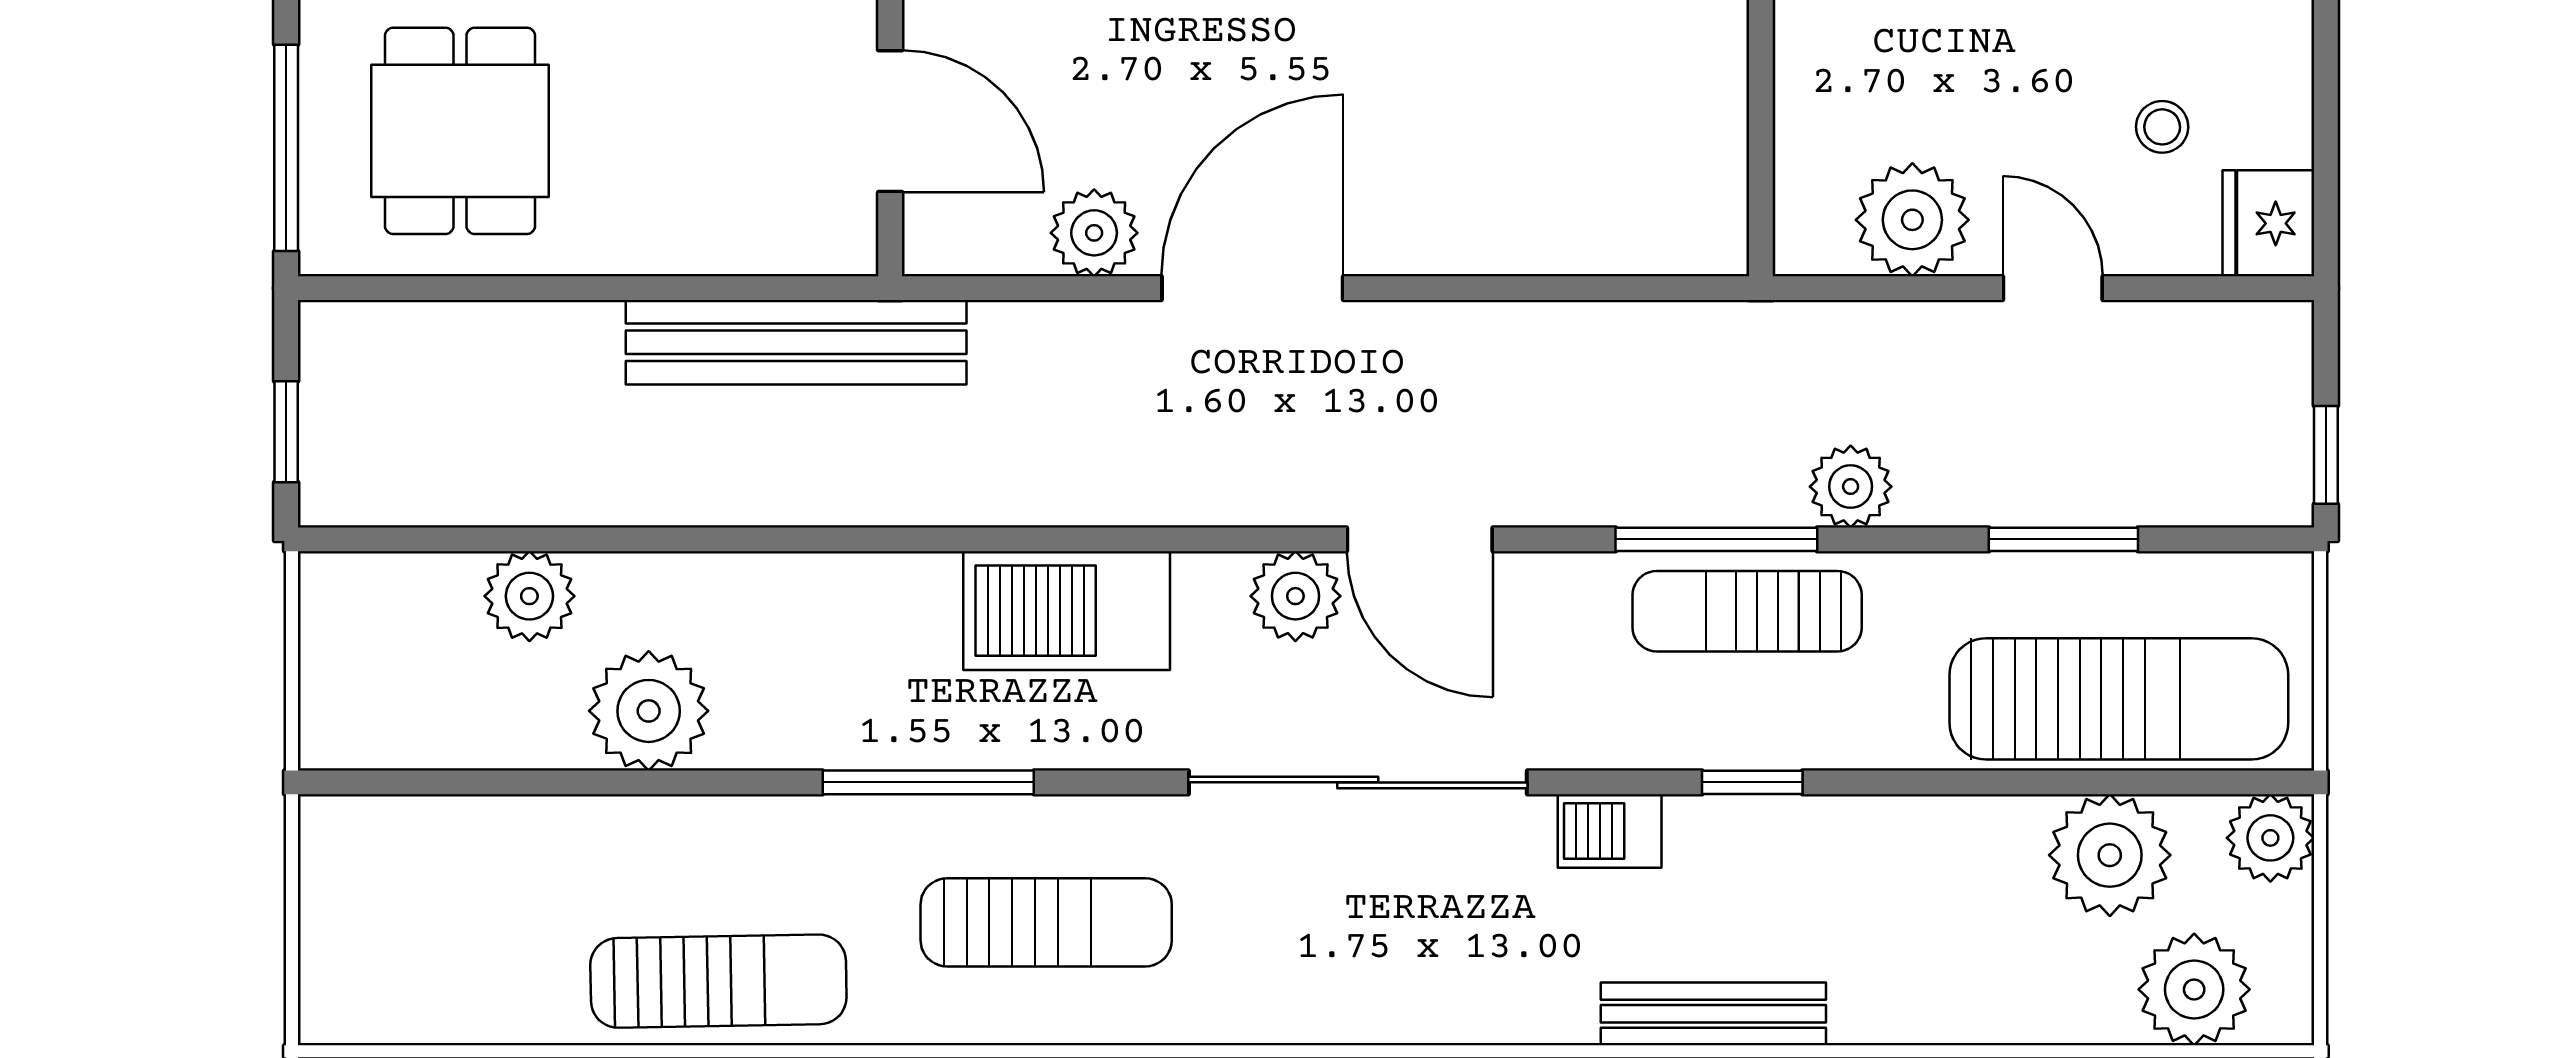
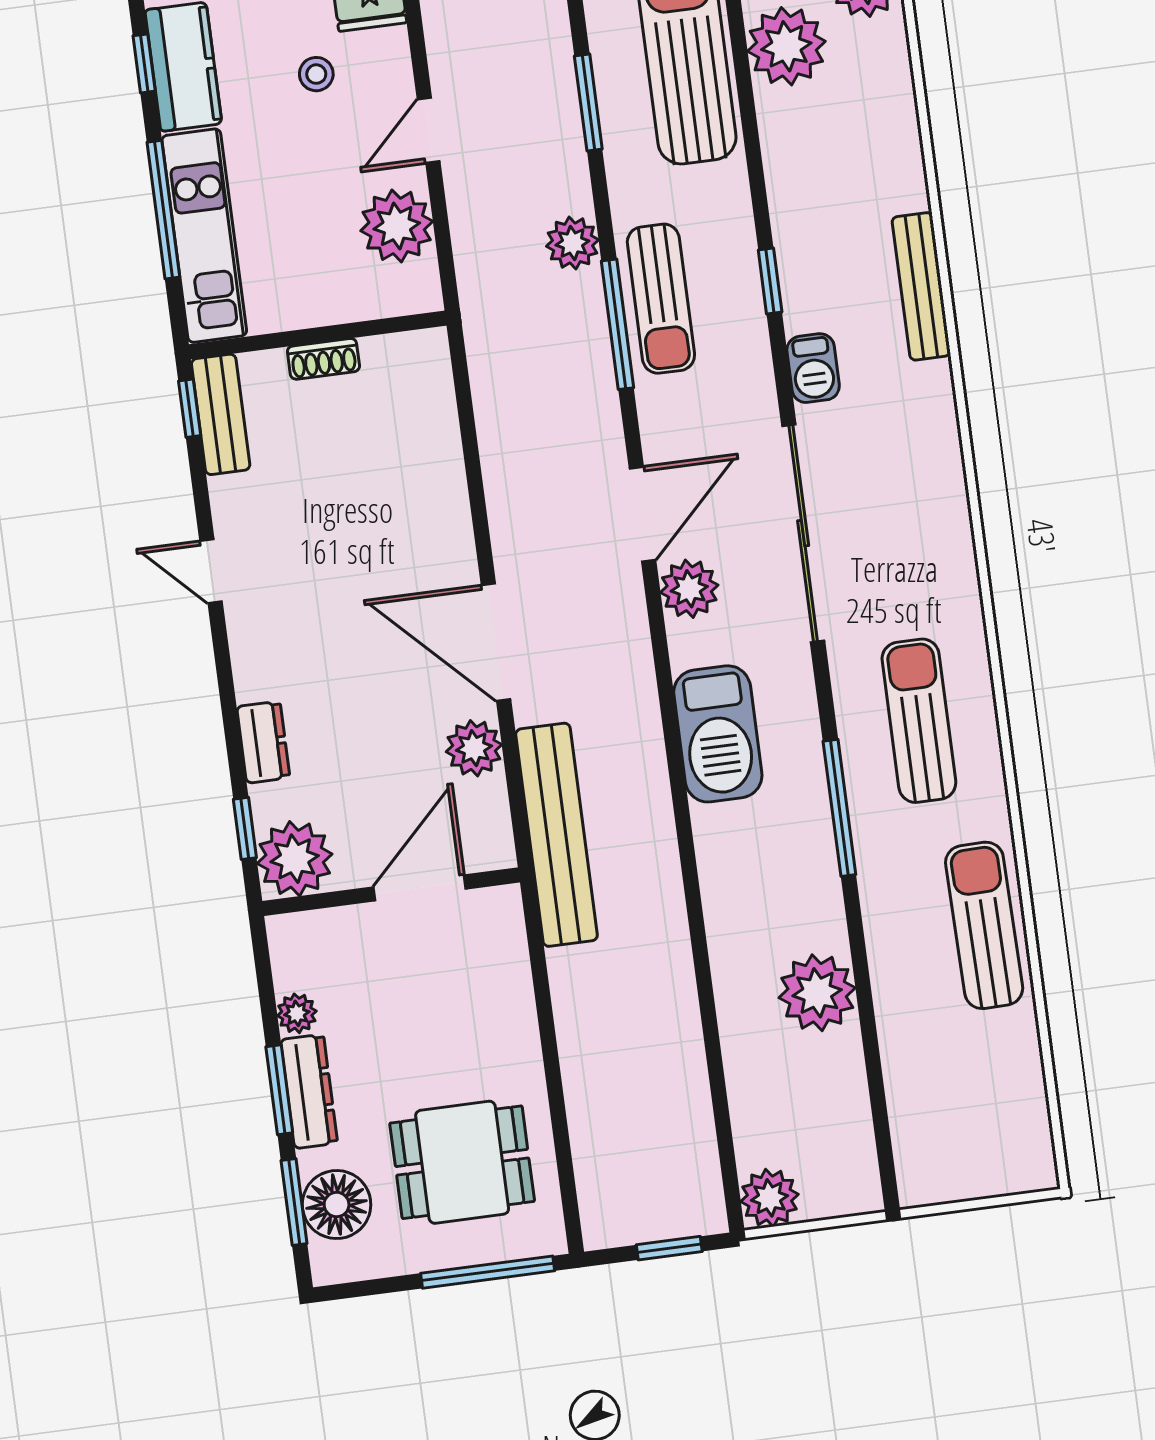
shoe rack: (1723, 80) -> (323, 359), added
bench: (796, 342) -> (557, 835), moved
plant: (529, 596) -> (770, 1198), moved

